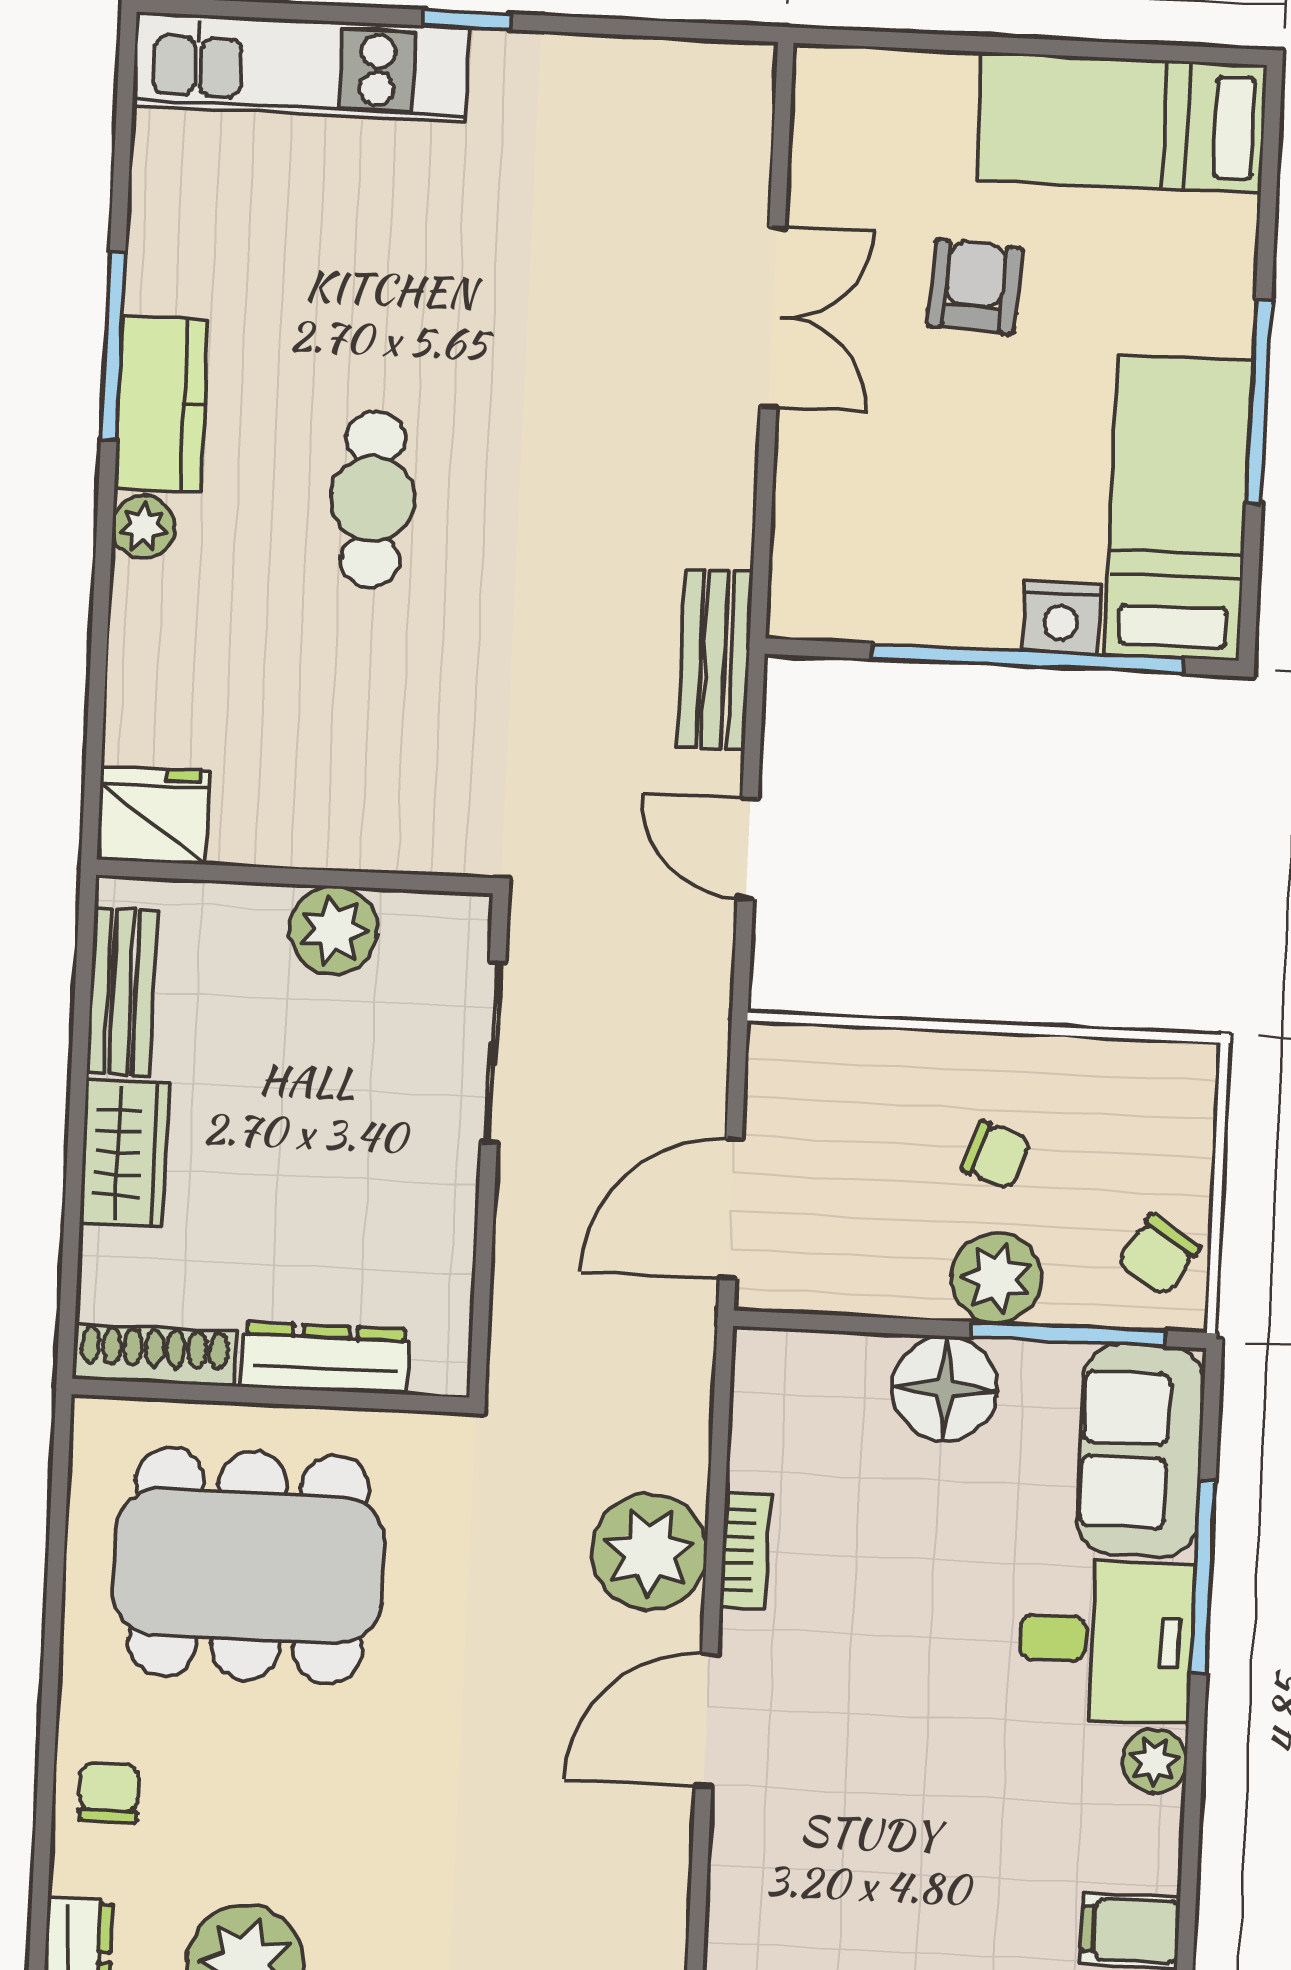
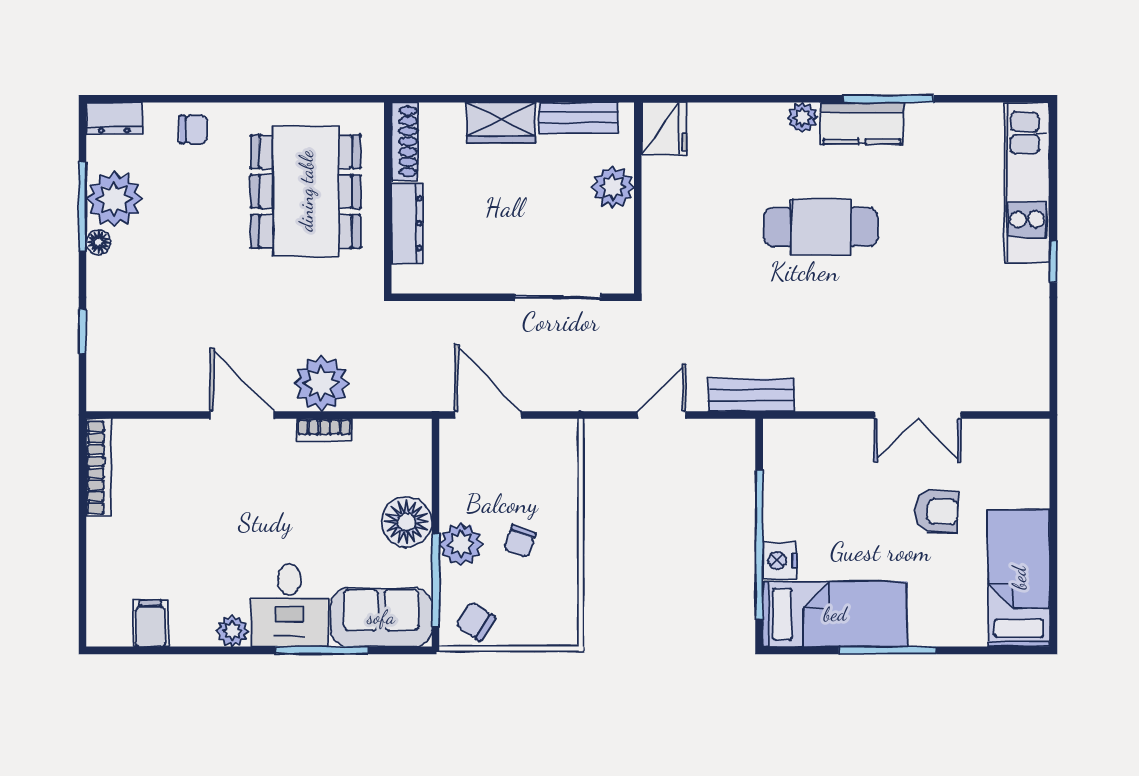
cafe table: (373, 499) -> (821, 227), width x1.37, depth x1.35
plant: (334, 930) -> (613, 187), moved

